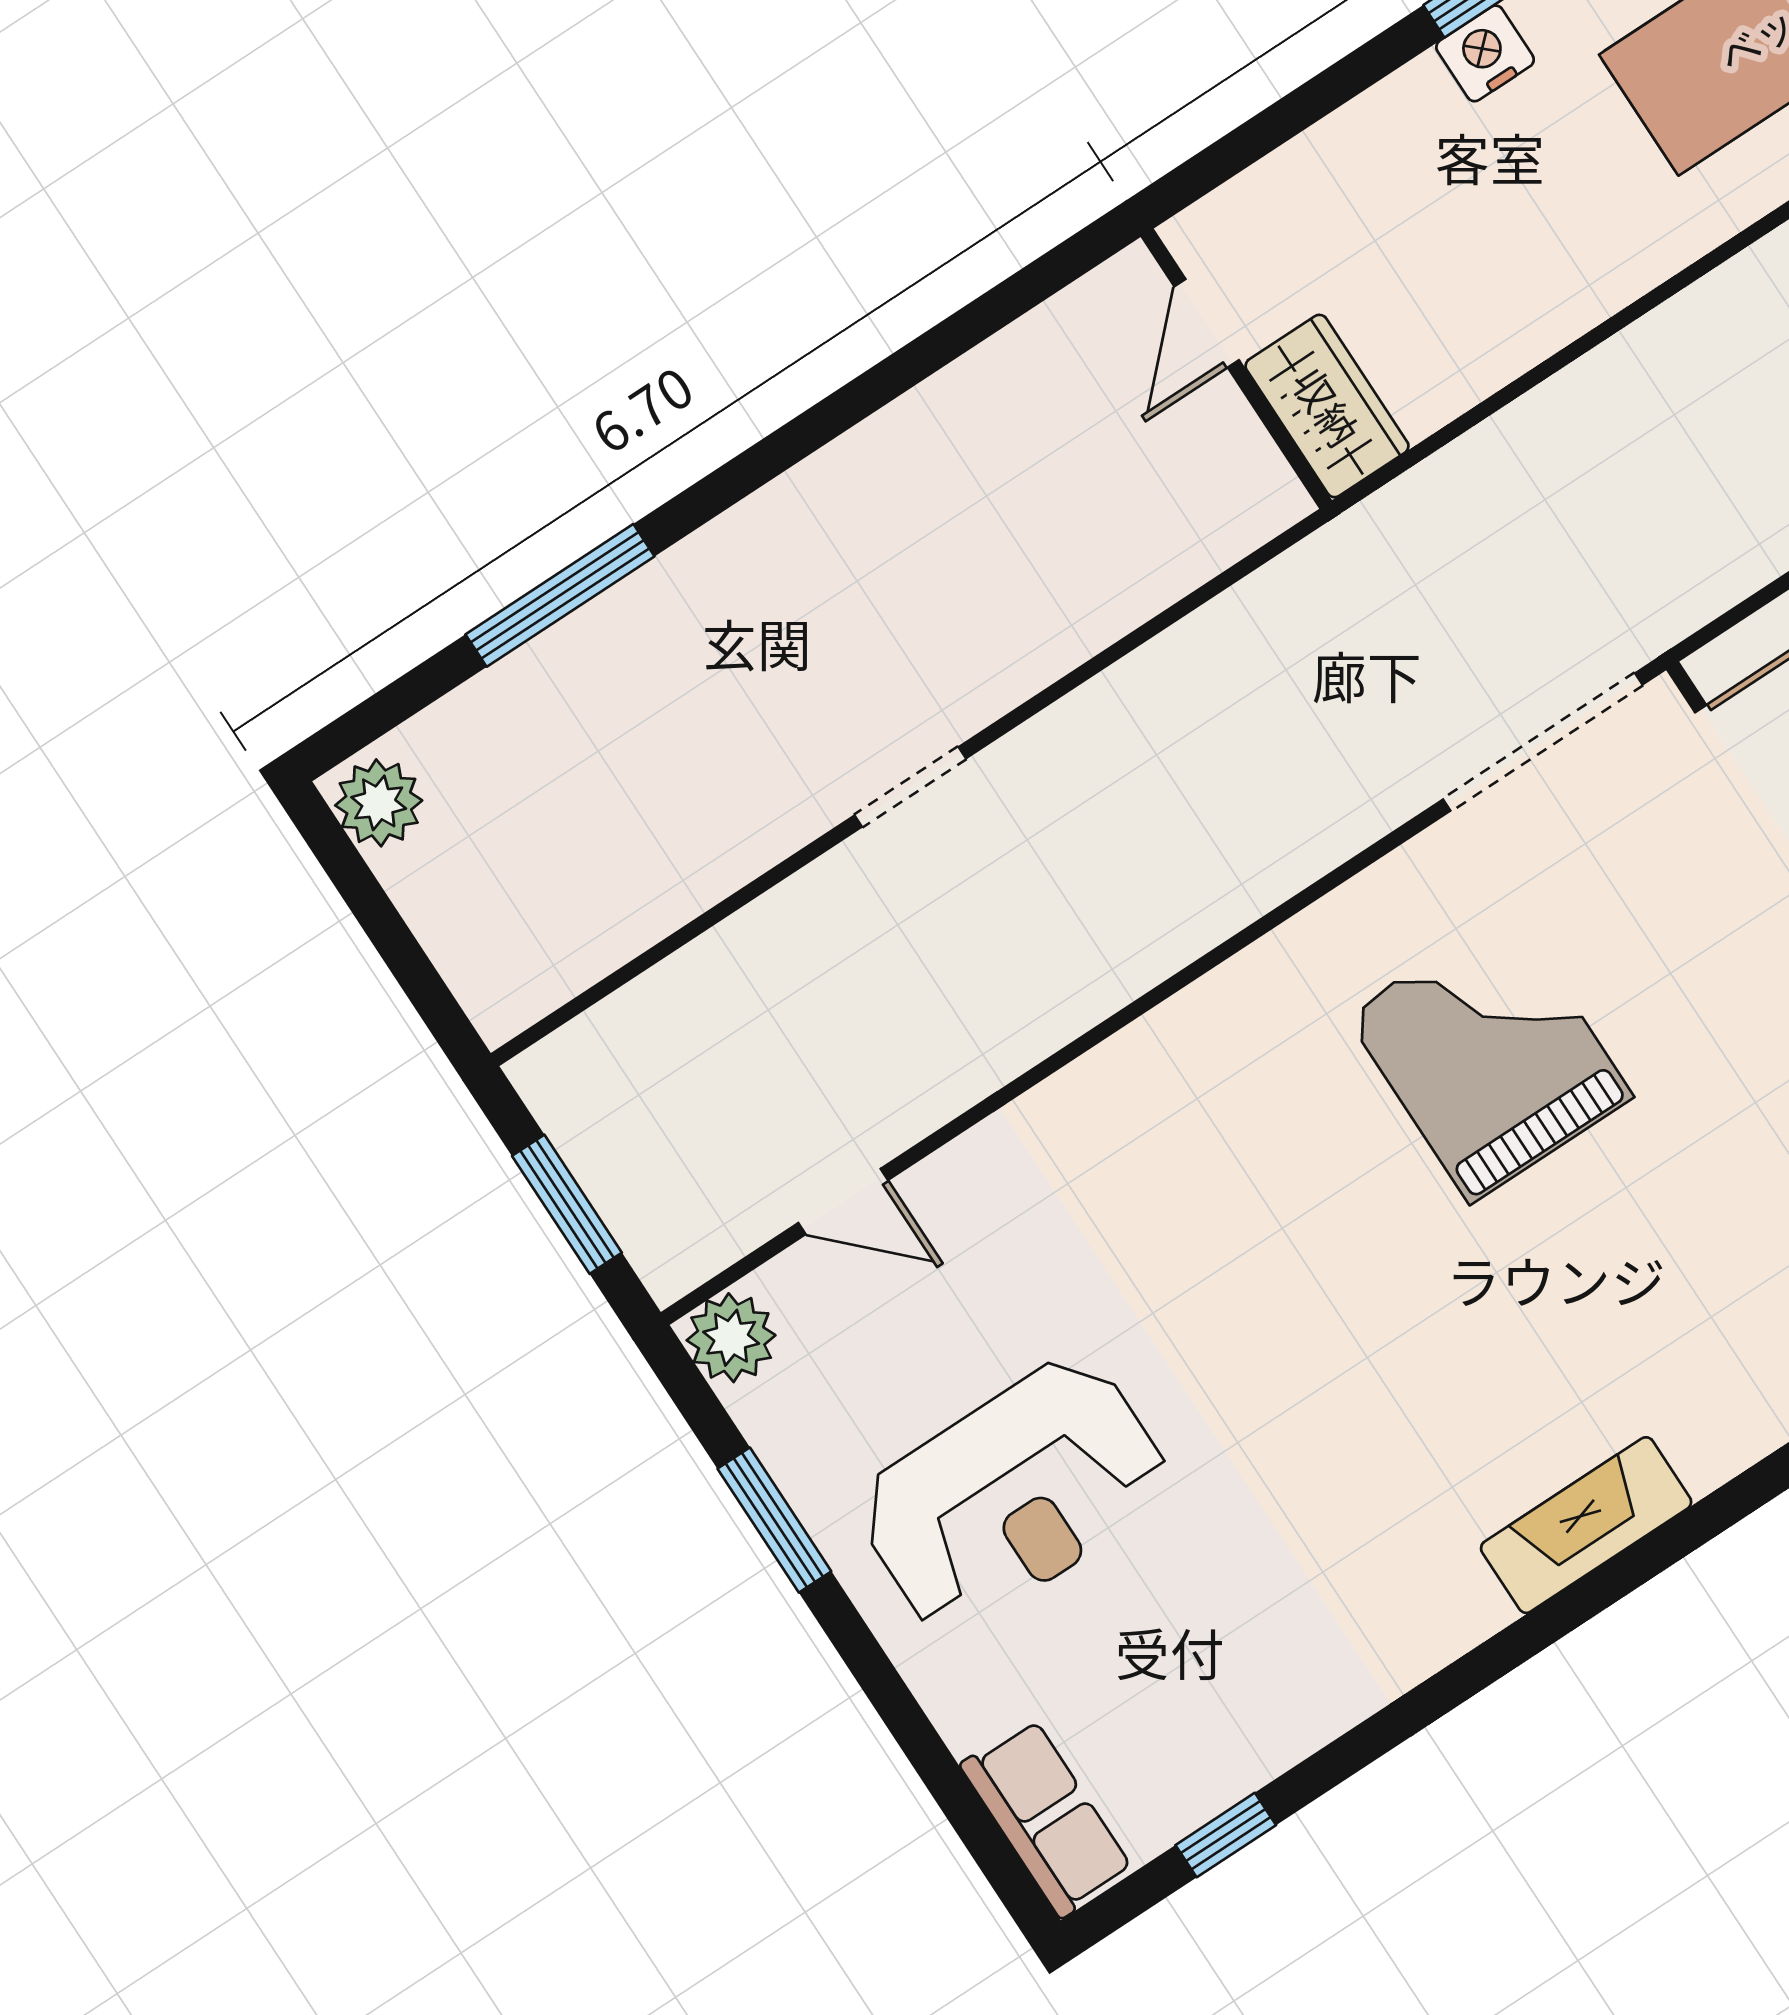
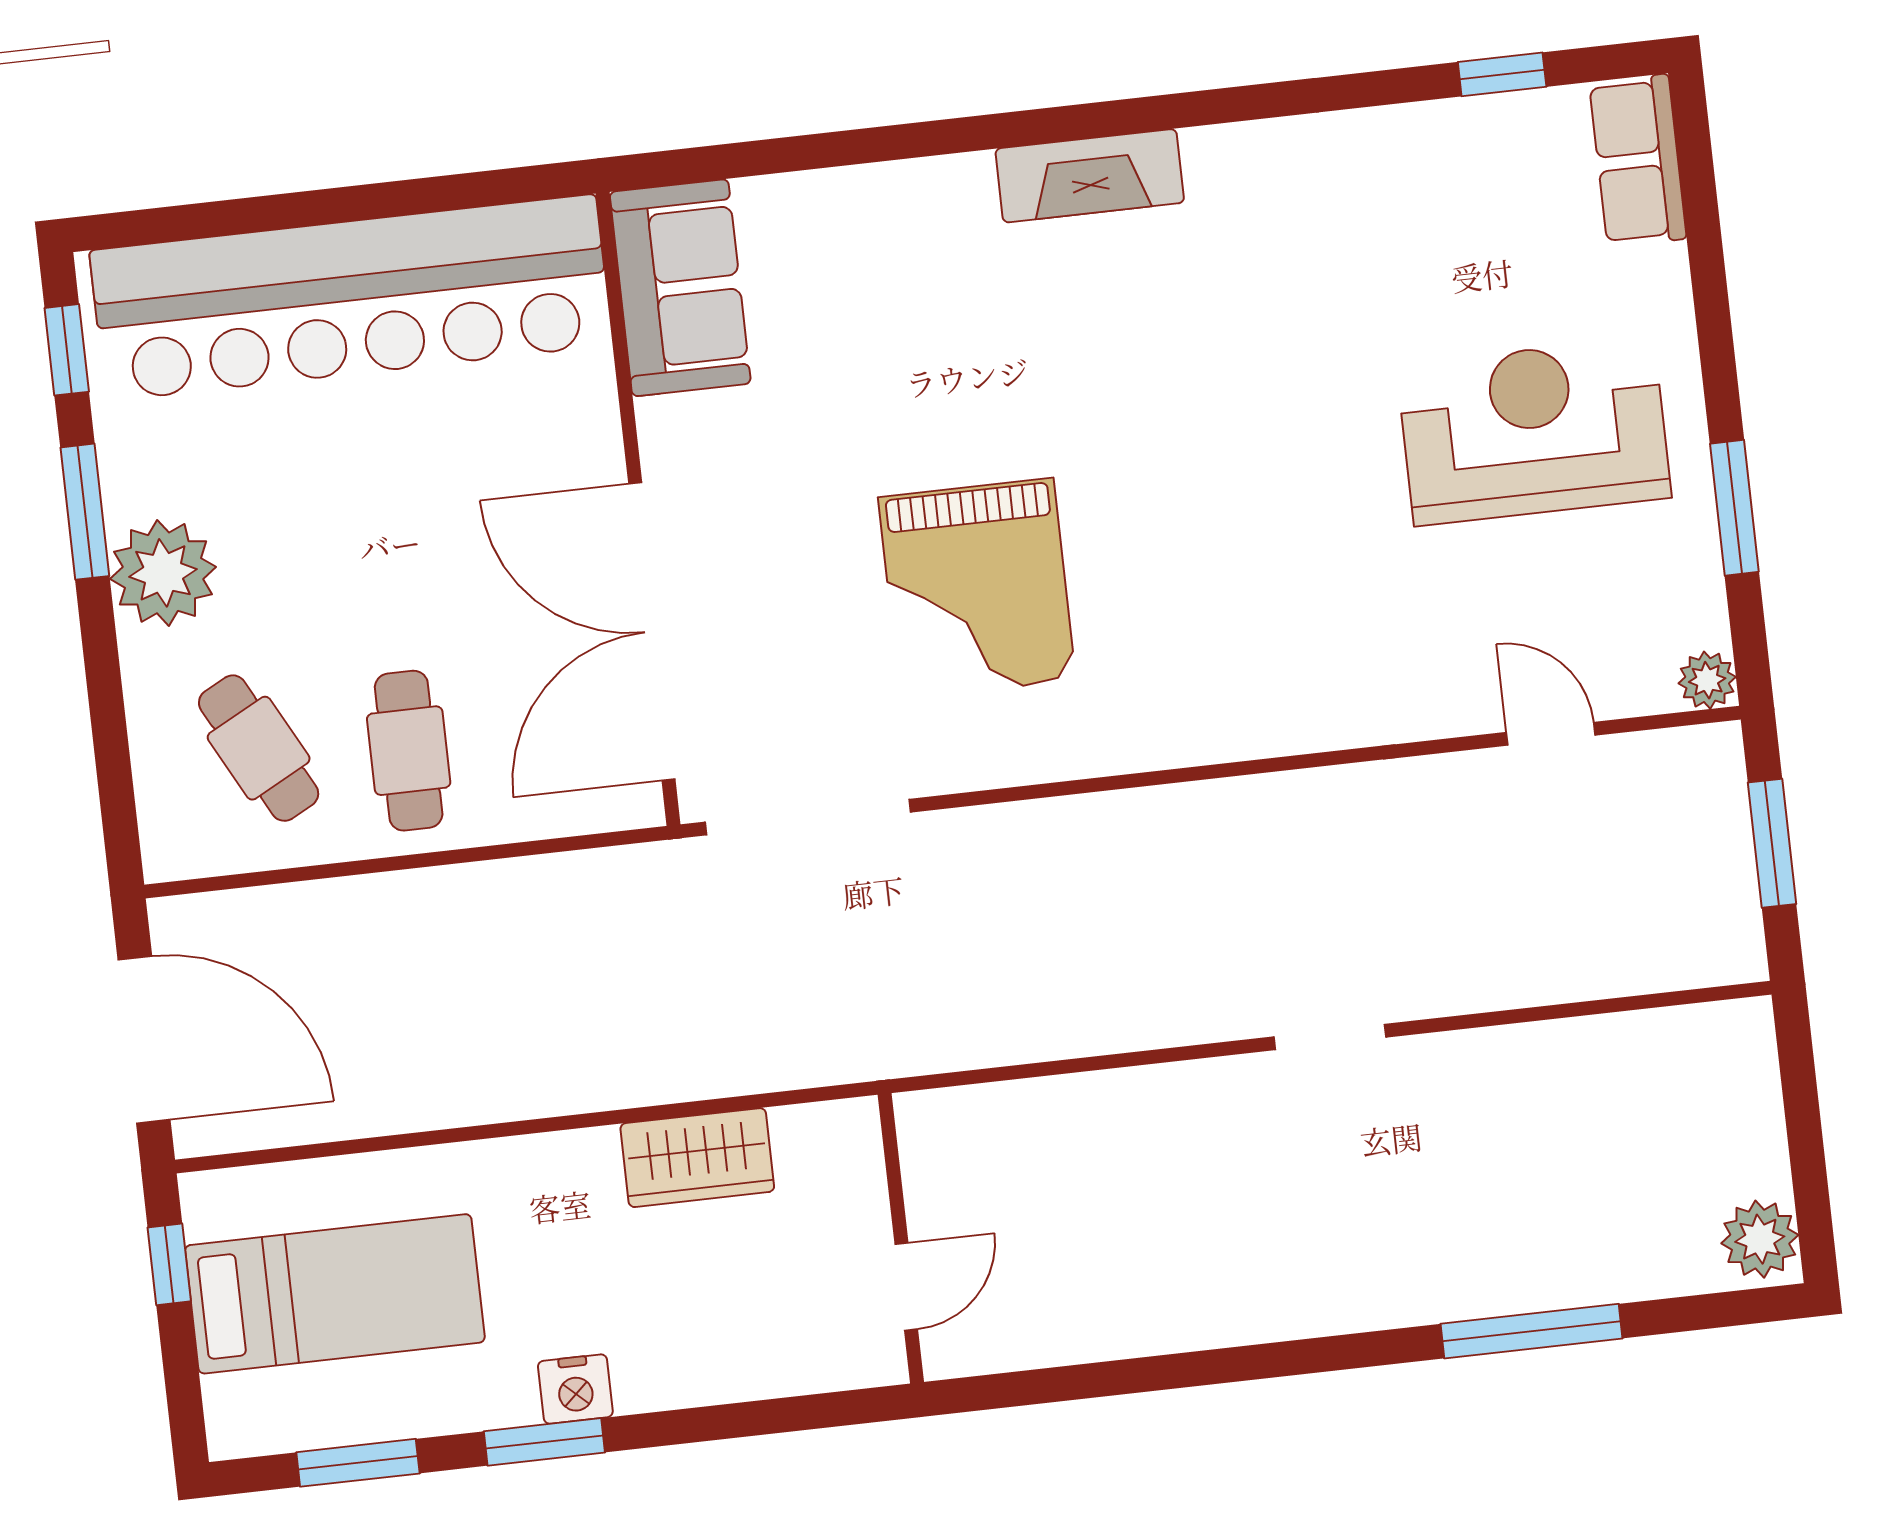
wardrobe: (1327, 406) -> (697, 1158), moved, turned -90
plant: (731, 1338) -> (1707, 680), width x0.73, depth x0.73

